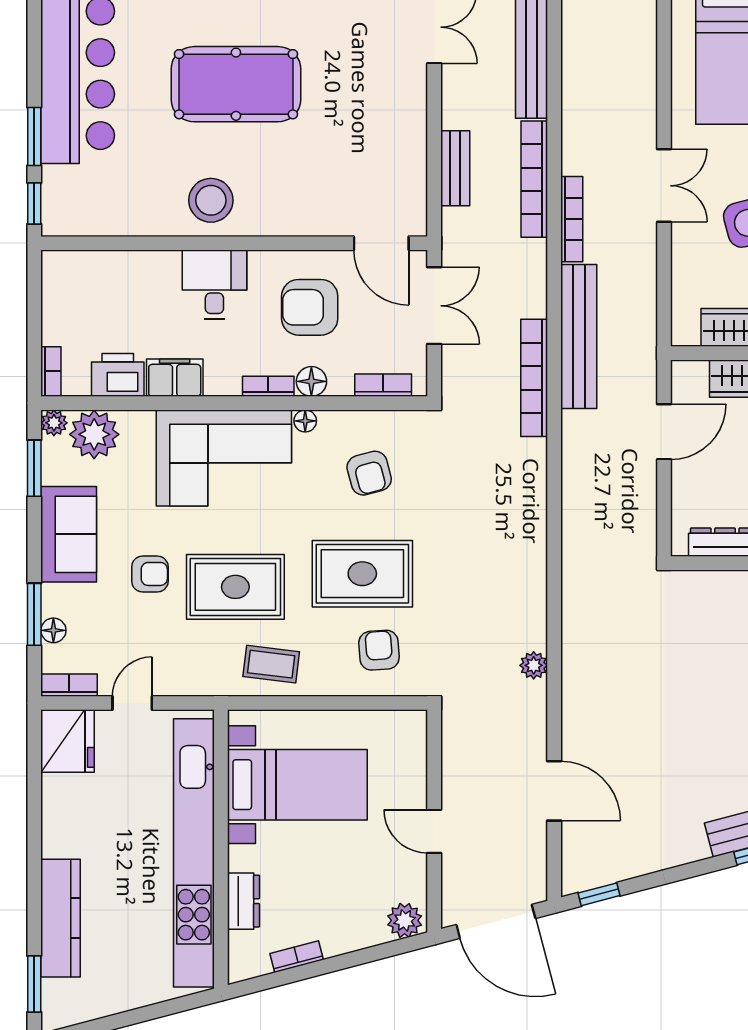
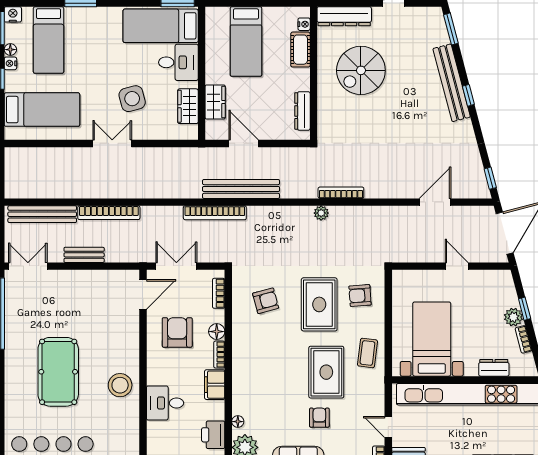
bench: (455, 168) -> (84, 255), moved
bookcase: (572, 219) -> (341, 193), moved
desk: (214, 285) -> (165, 403), moved
armchair: (310, 307) -> (177, 332), turned 180
bench: (579, 337) -> (241, 189), moved
filing cabinet: (175, 378) -> (215, 385), moved
floor lamp: (305, 421) -> (238, 422), moved
corner sofa: (224, 458) -> (258, 378), removed
plant: (534, 665) -> (321, 213), moved
door: (434, 831) -> (457, 266), swing flipped
plant: (405, 920) -> (513, 317), moved
window: (354, 959) -> (525, 309), added

